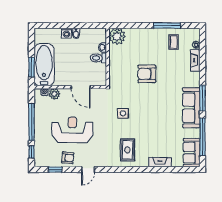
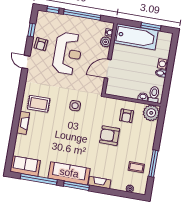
toilet: (98, 58) -> (154, 94), moved
fireplace: (195, 60) -> (99, 183), moved
armchair: (124, 61) -> (127, 116), added
window: (31, 67) -> (151, 27), moved
armchair: (147, 74) -> (110, 136), turned -90
fireplace: (160, 162) -> (23, 123), moved

